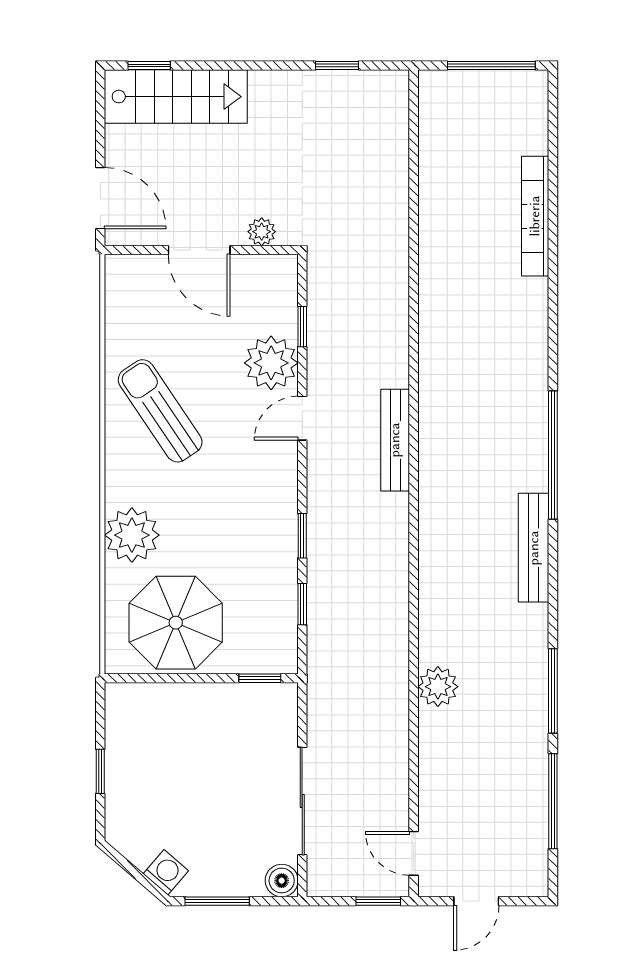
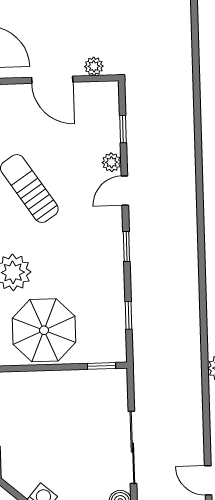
plant: (271, 363) -> (112, 162), width x0.53, depth x0.53
bench: (395, 440) -> (188, 203), removed
window: (302, 536) -> (126, 246), moved

